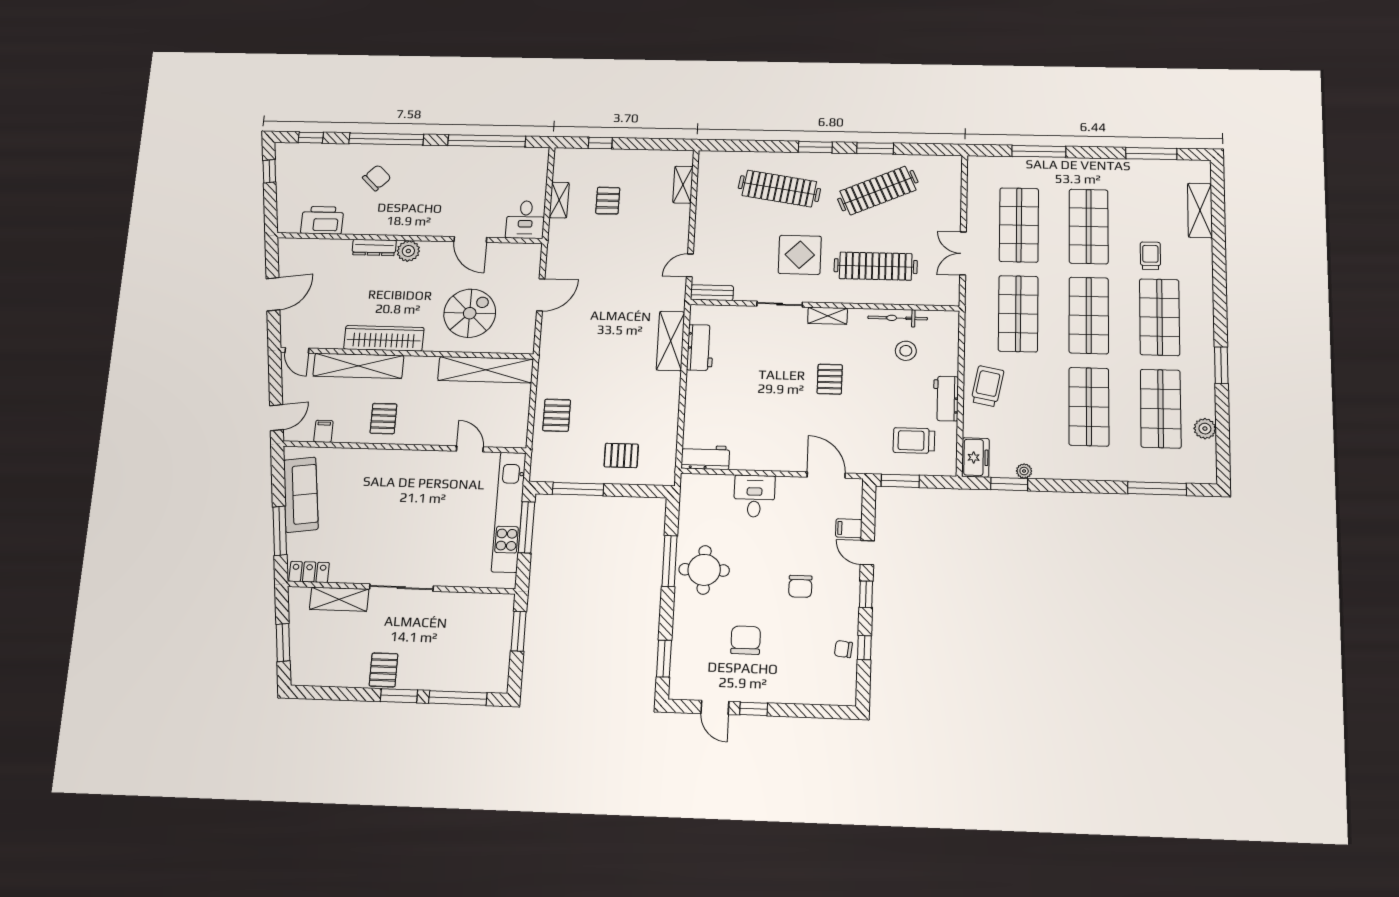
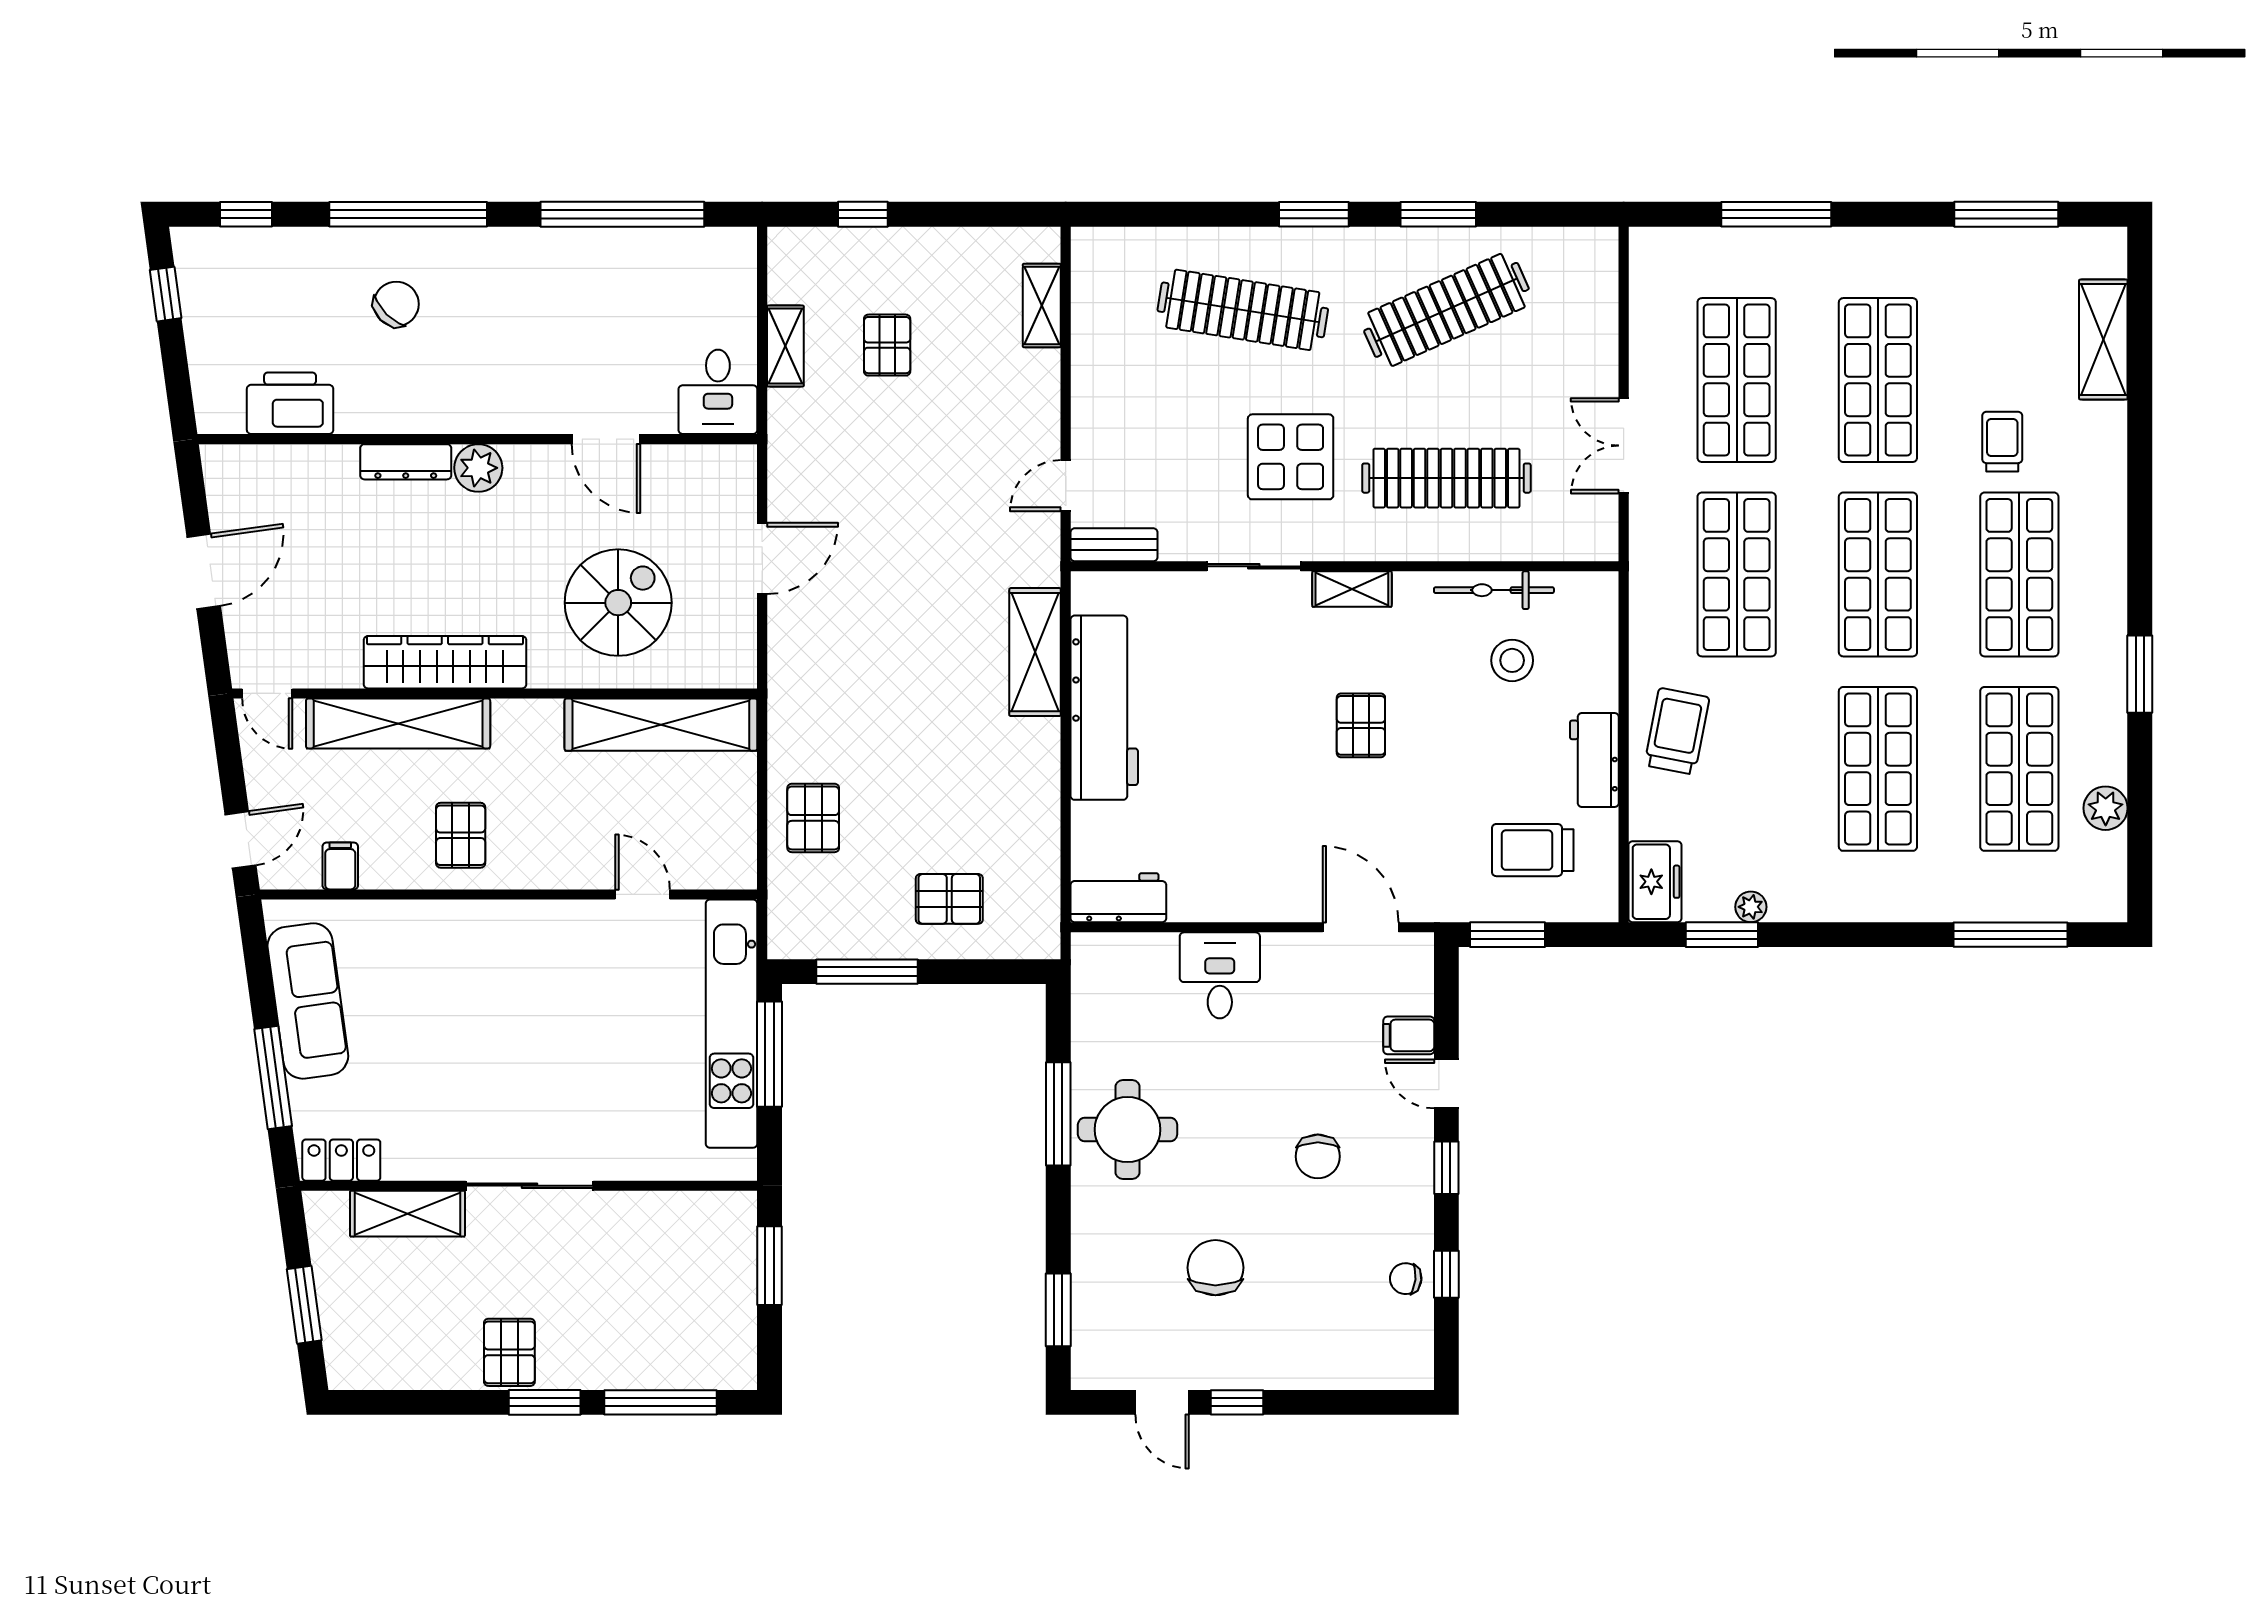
workbench: (700, 348) -> (1104, 708), width x1.88, depth x1.32

